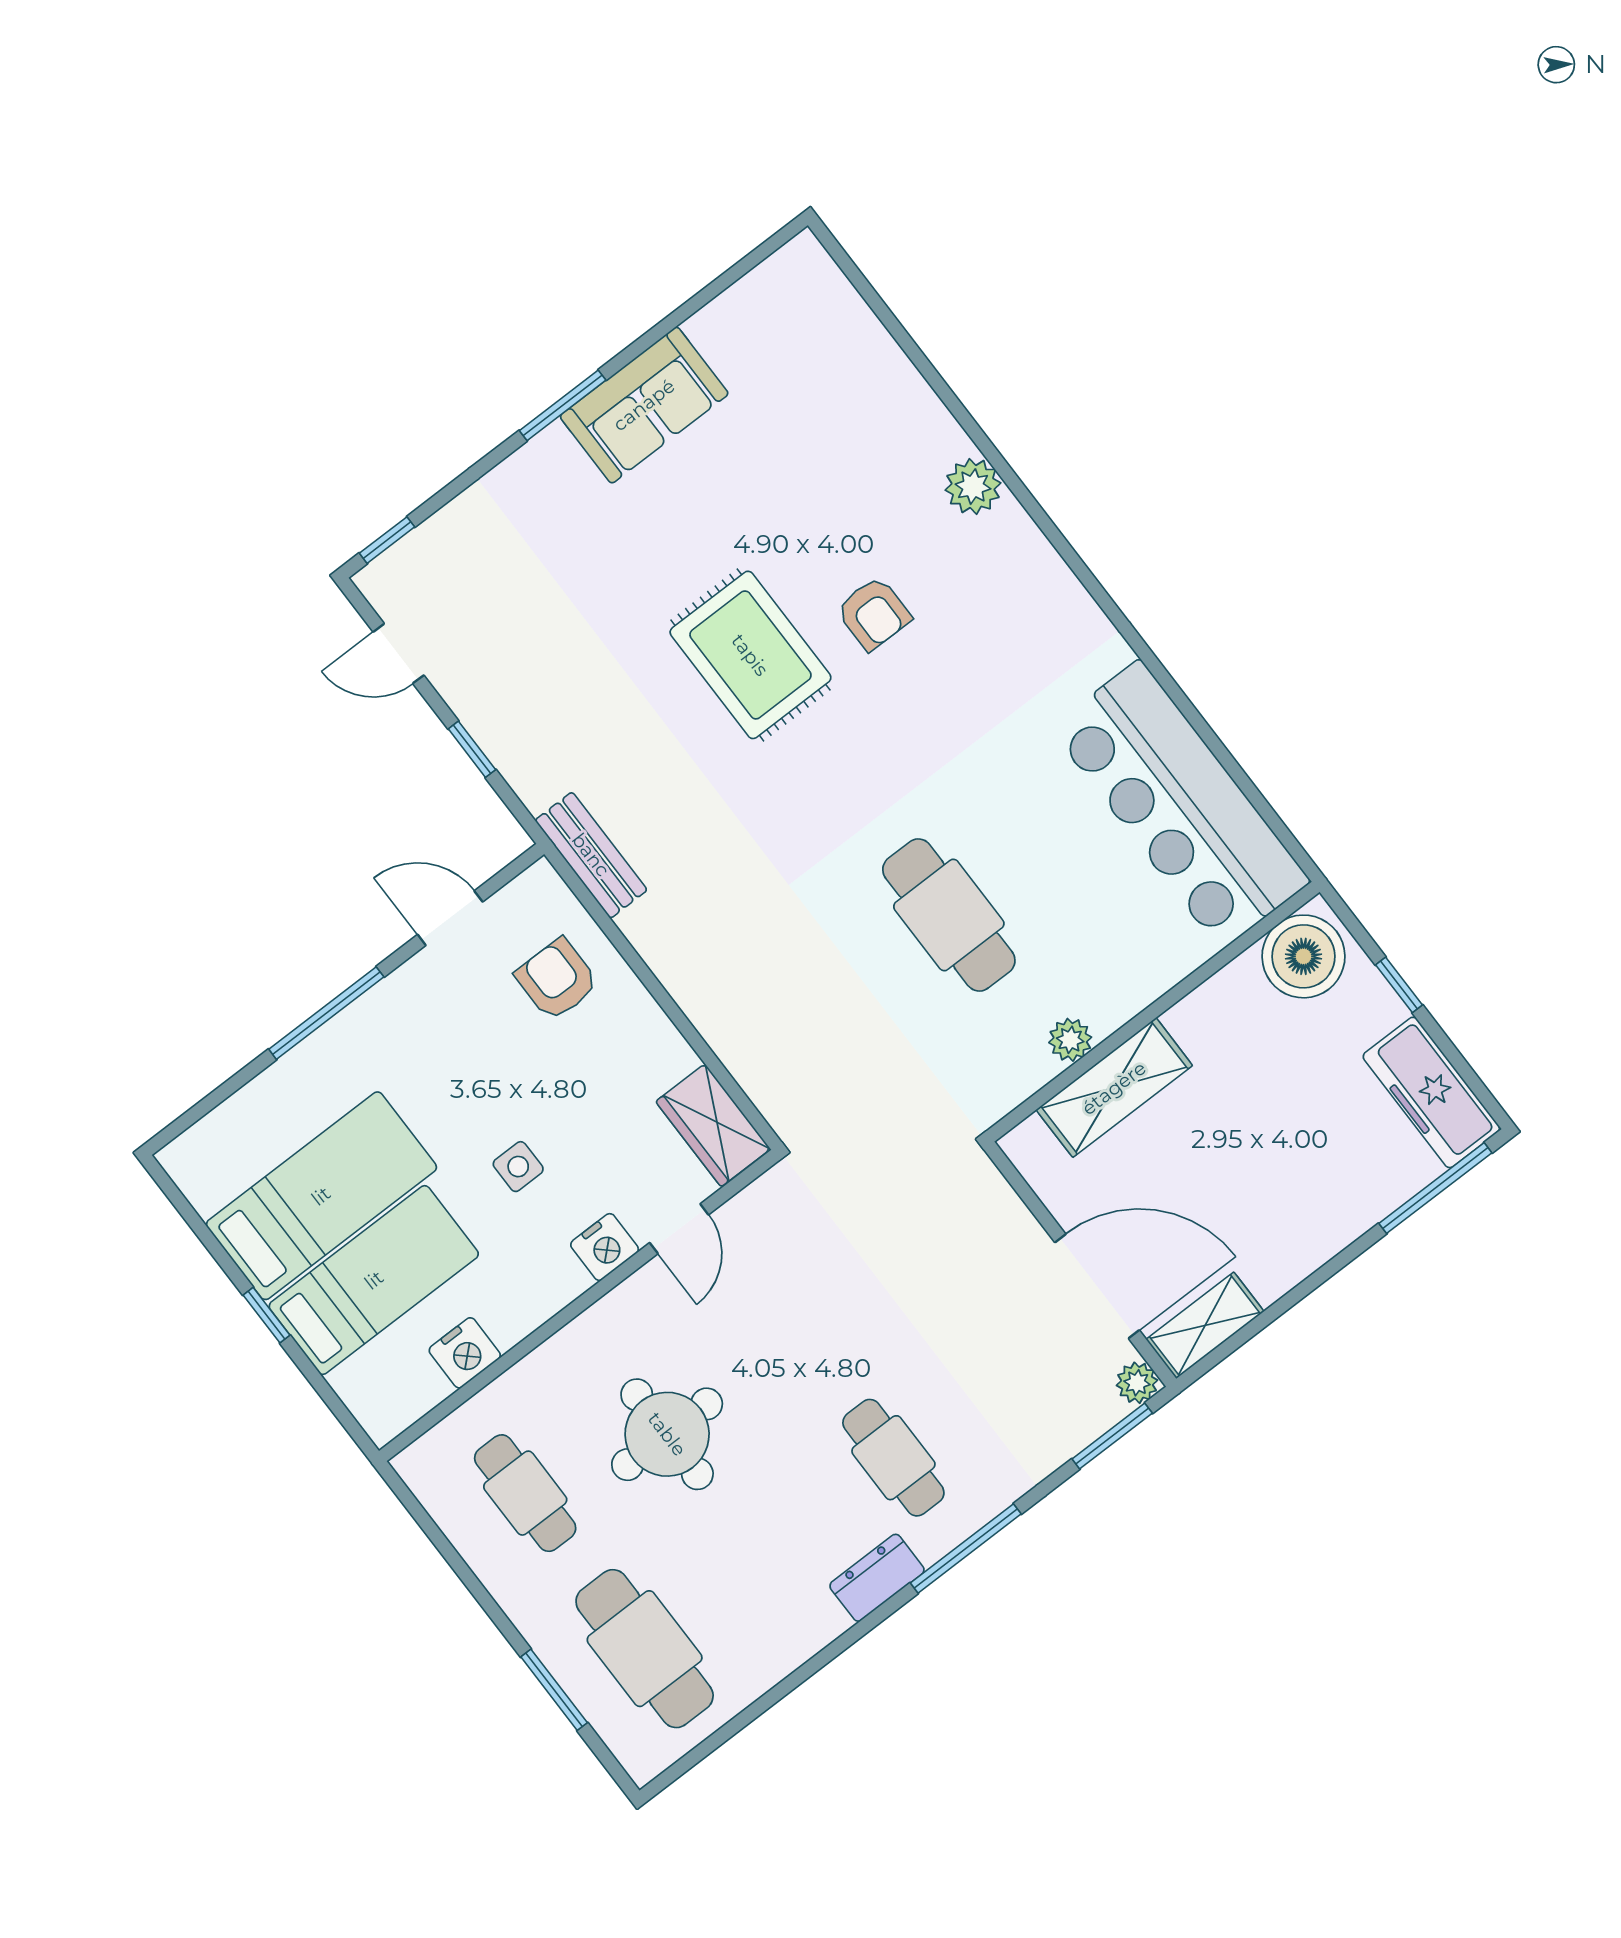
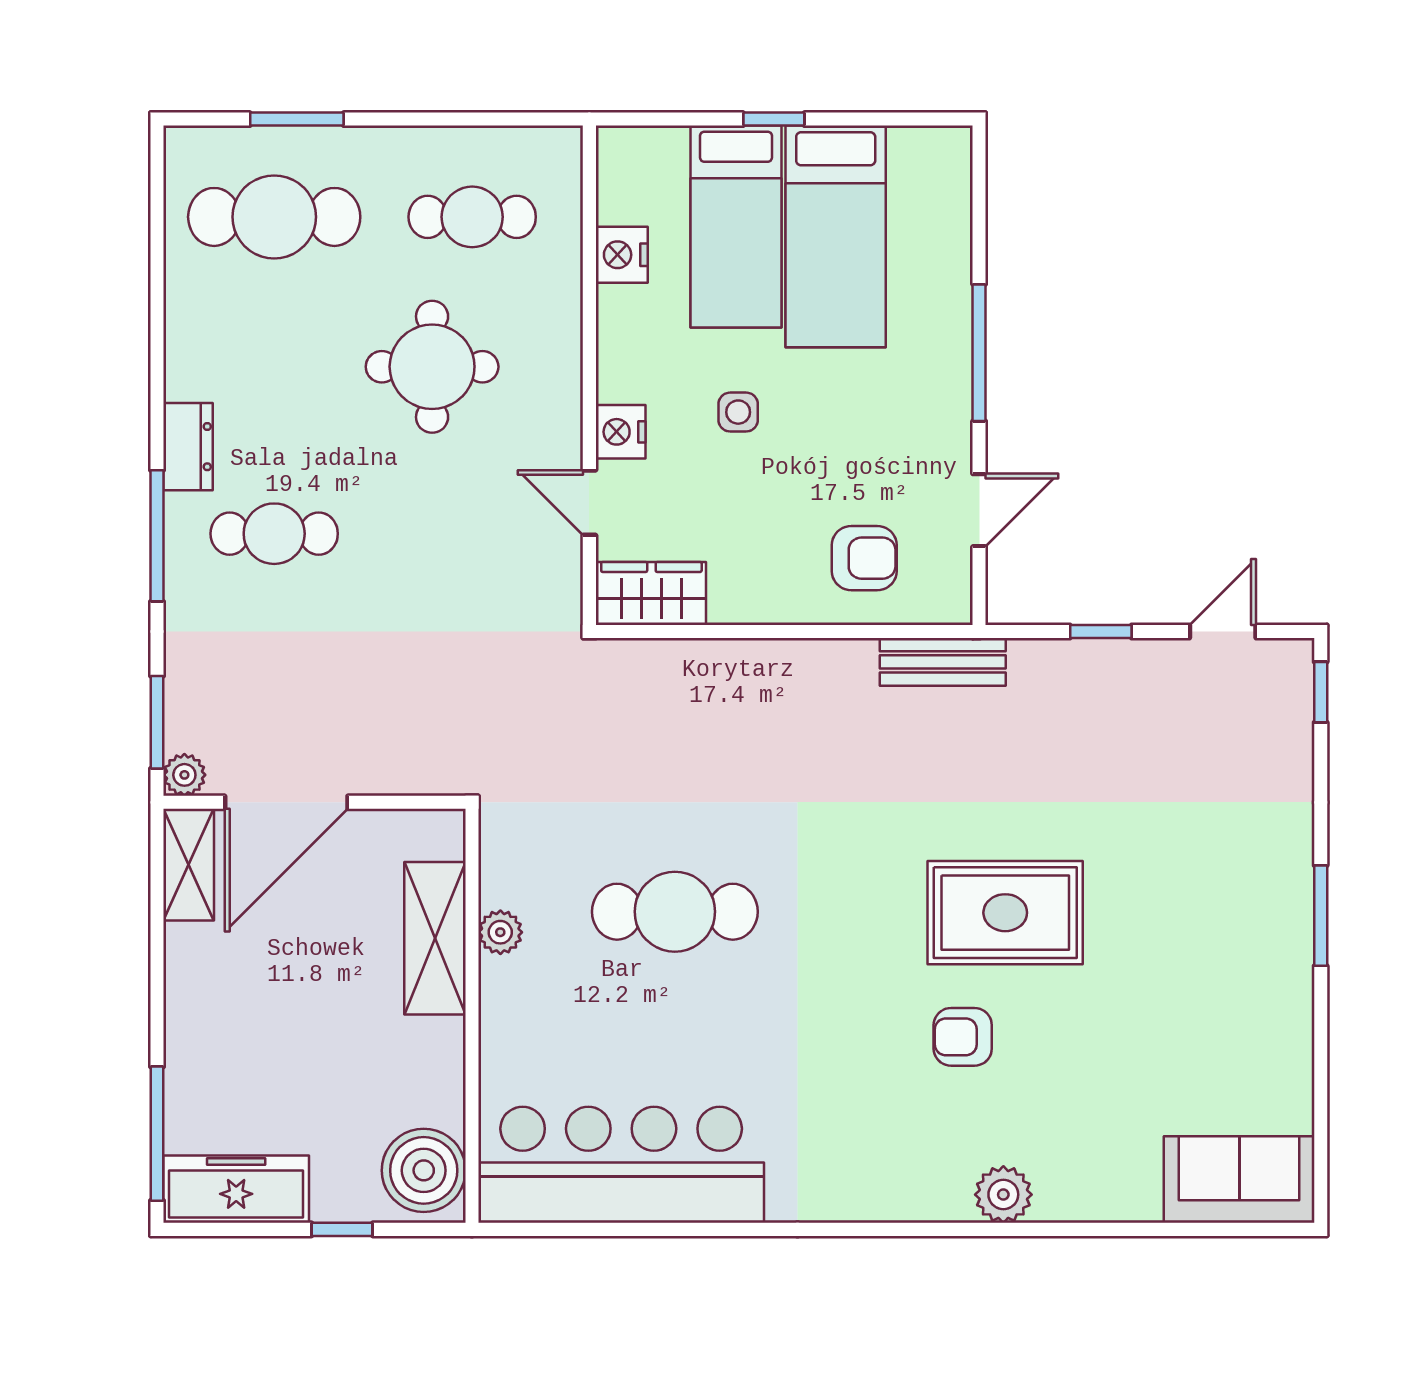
sofa: (644, 405) -> (1239, 1180), moved, turned 90

